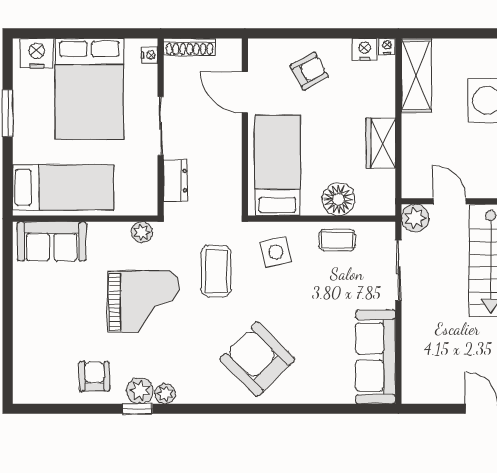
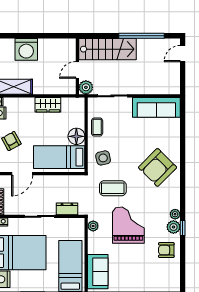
floor lamp: (339, 199) -> (76, 136), moved

